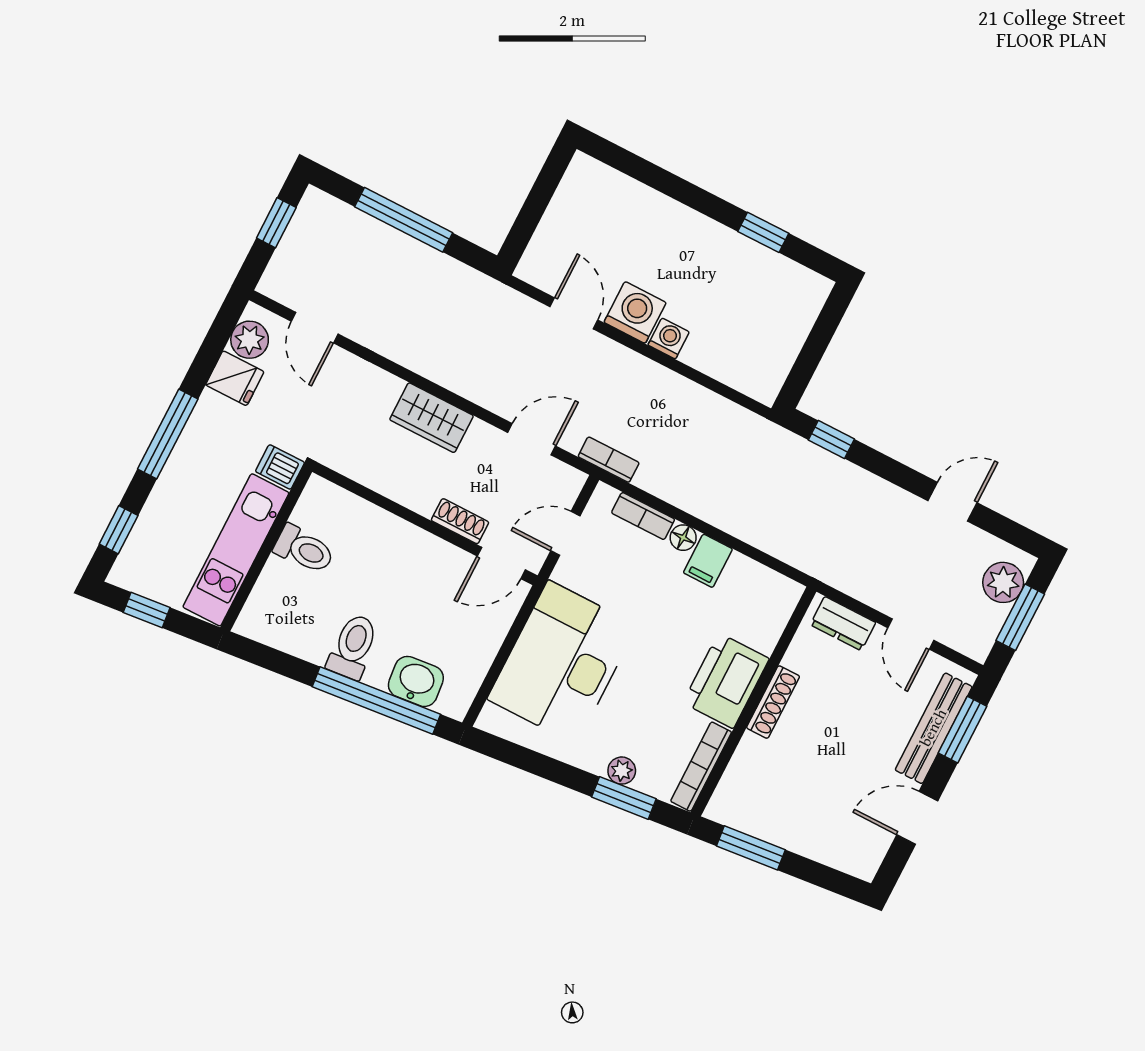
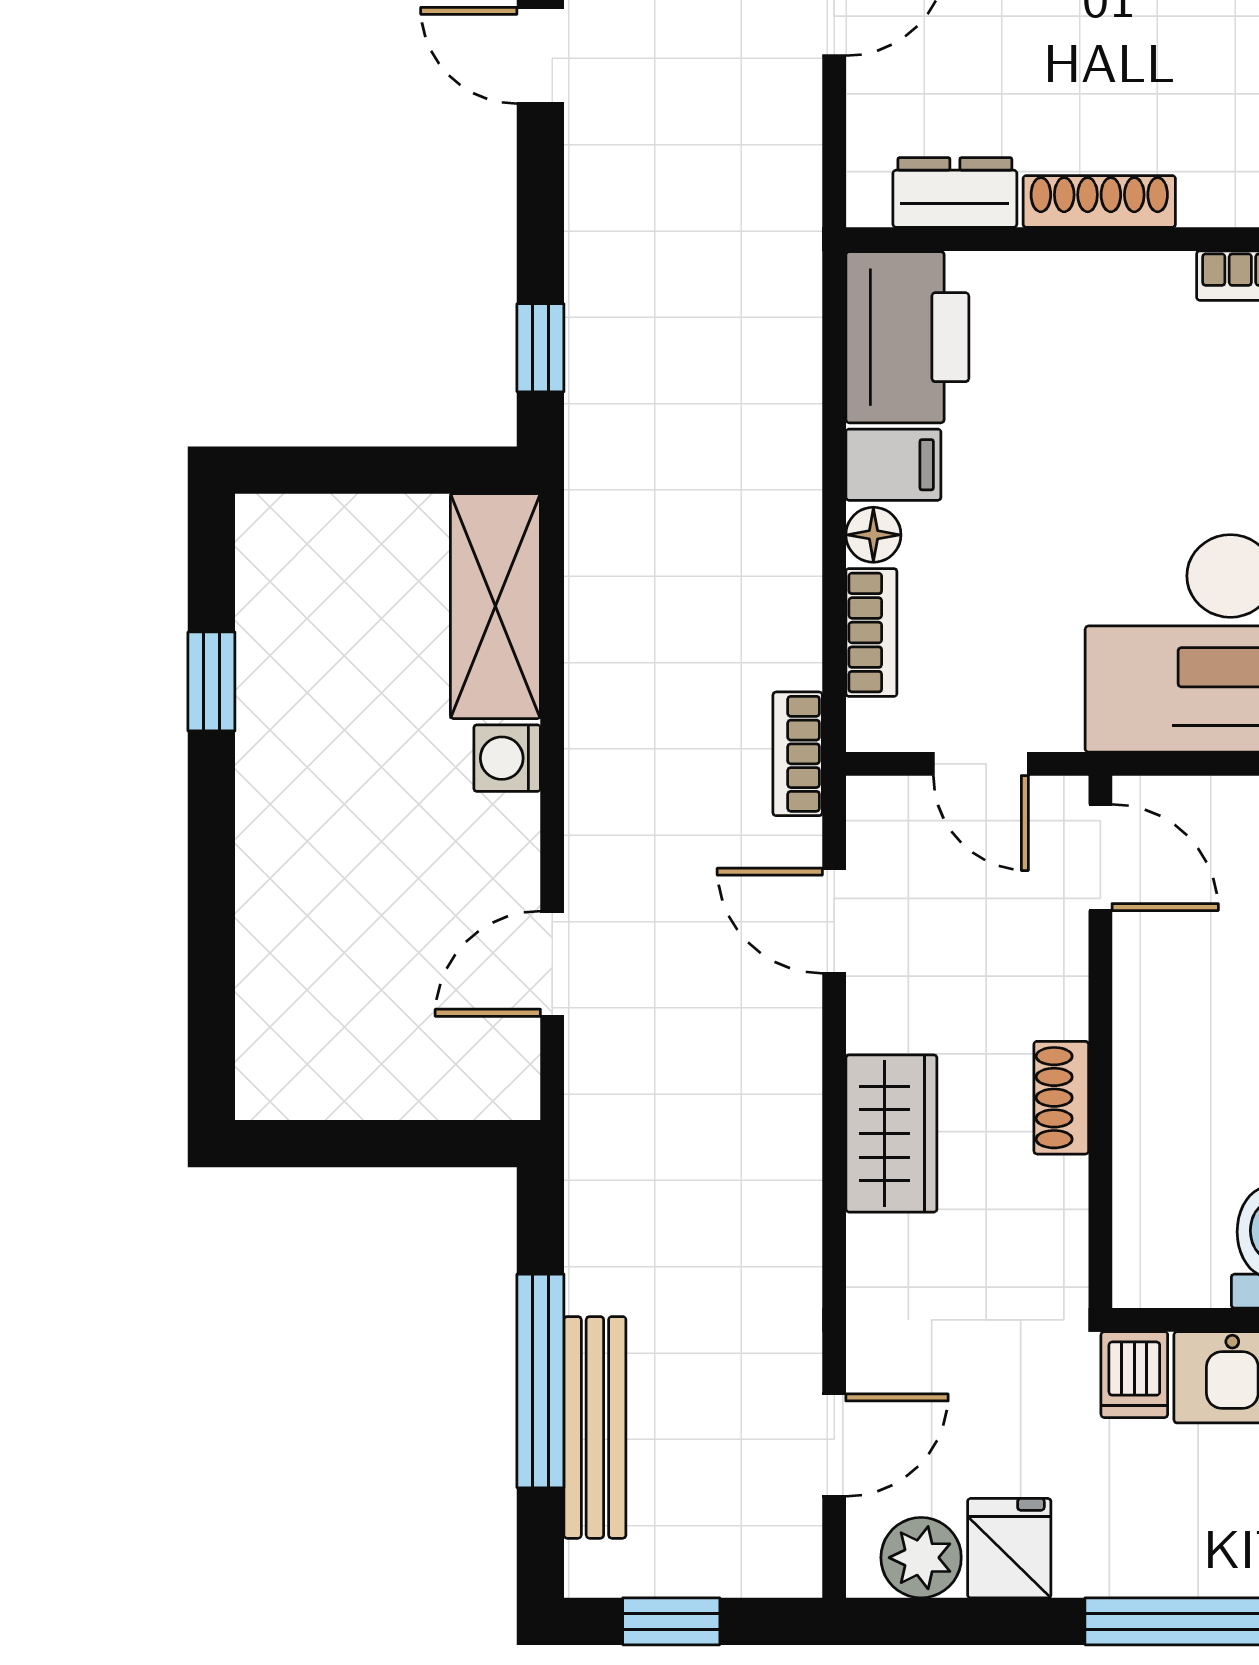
bench: (373, 232) -> (595, 1427), added
washing machine: (635, 312) -> (490, 848), removed
shelving: (734, 366) -> (495, 606), added
shoe rack: (460, 521) -> (1061, 1098), moved
dresser: (843, 624) -> (955, 192), moved, turned -90
printer: (726, 681) -> (907, 337), moved, turned -90

